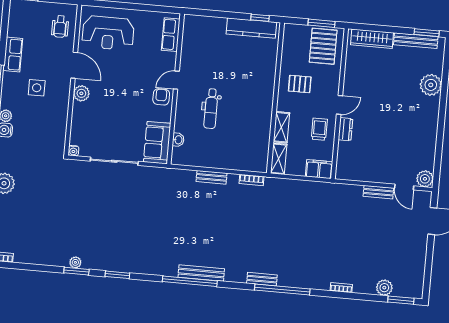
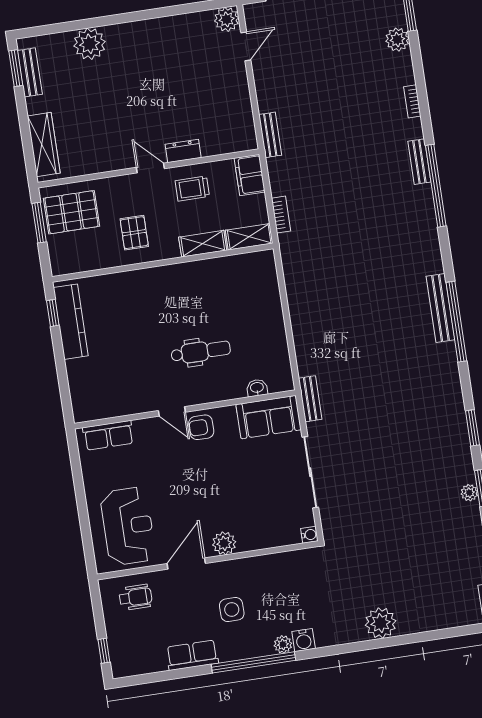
bench: (416, 41) -> (30, 72), width x0.73
bench: (211, 177) -> (310, 399), moved
bookcase: (251, 180) -> (281, 215), moved
bench: (378, 192) -> (270, 135), moved
bench: (262, 279) -> (419, 162), moved

